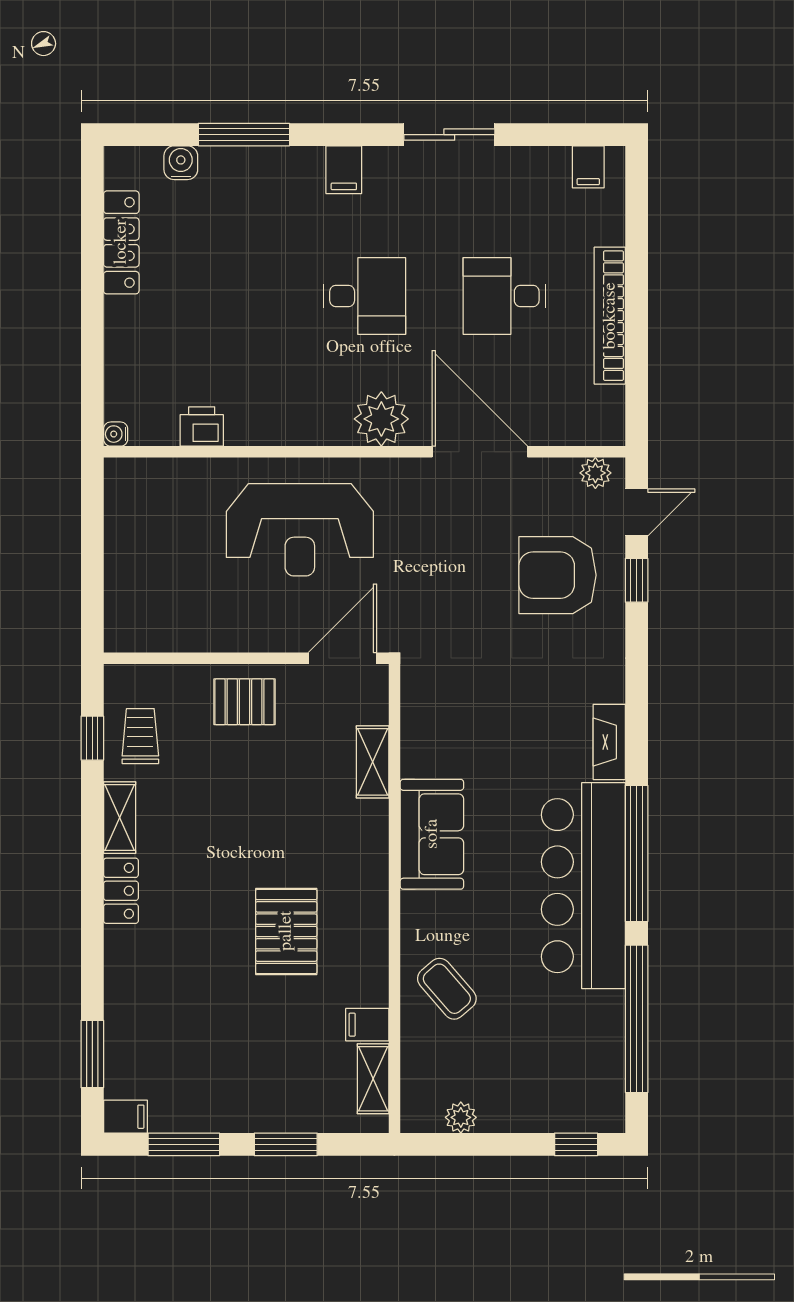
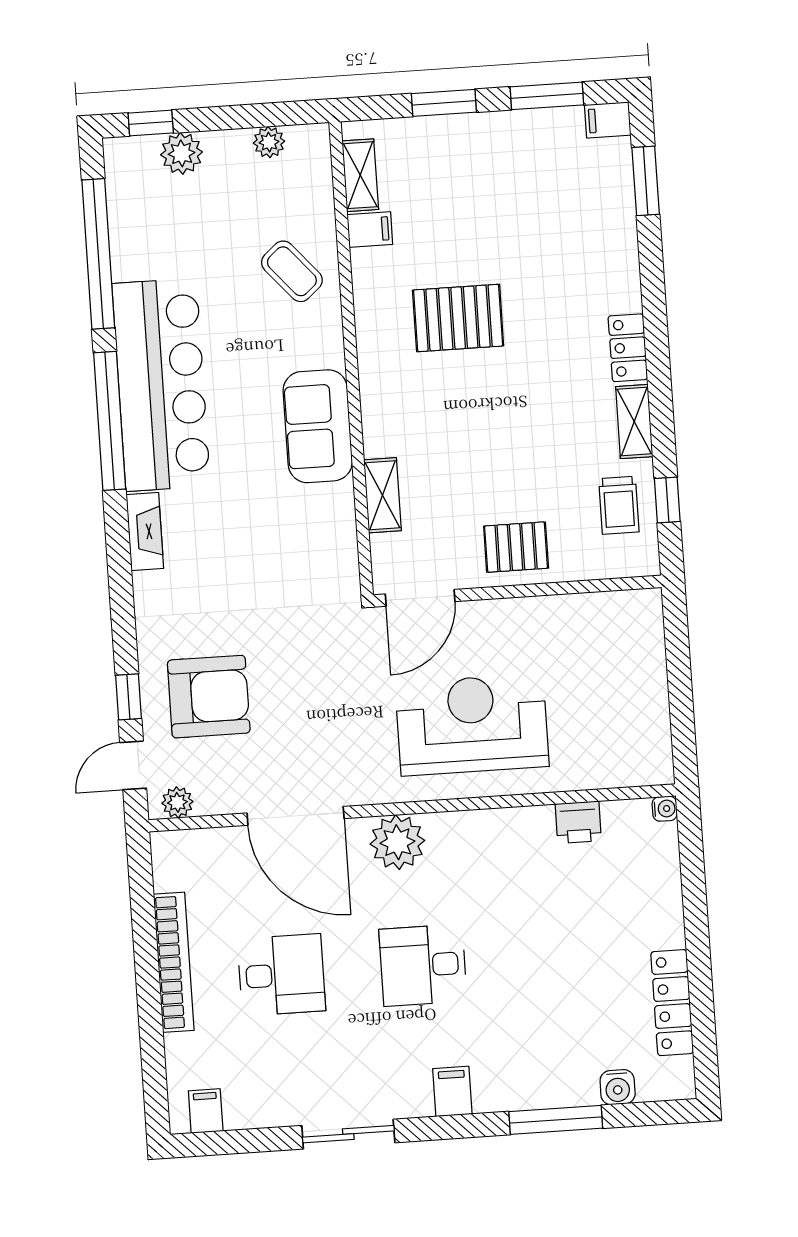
pallet: (286, 931) -> (458, 318), turned 90
plant: (548, 1112) -> (182, 153), added

